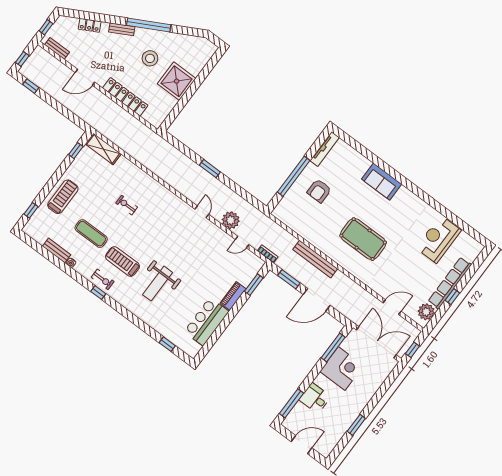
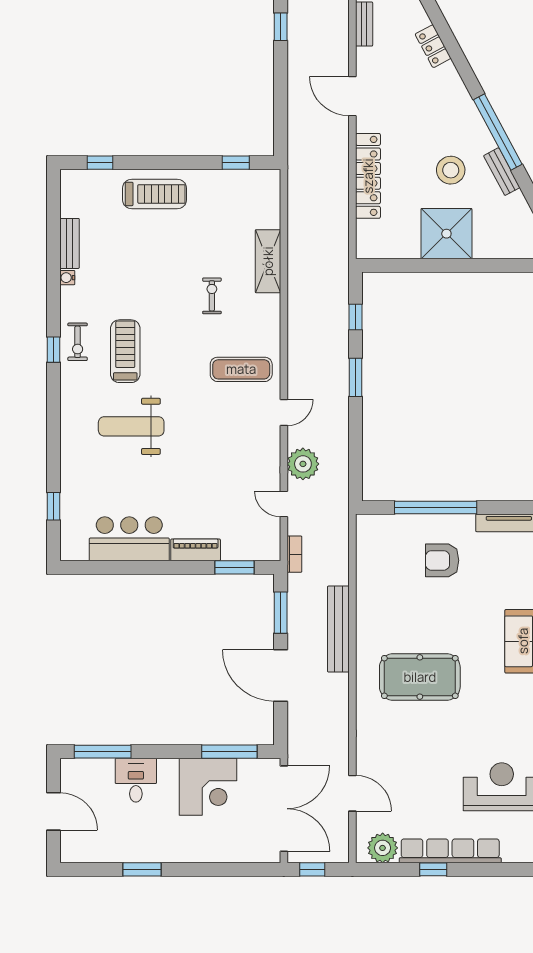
bench: (122, 29) -> (502, 172), moved
shelving: (103, 149) -> (268, 261), moved
window: (183, 149) -> (356, 317), added
exercise mat: (91, 234) -> (241, 369), moved, turned 90
pool table: (363, 239) -> (420, 677), turned 90

